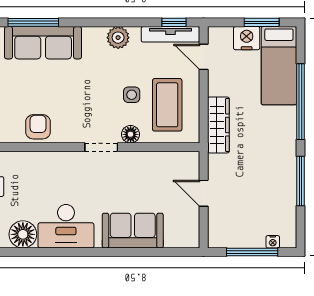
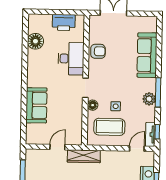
window: (33, 22) -> (158, 92), moved
tv unit: (170, 34) -> (150, 134), width x0.71
wardrobe: (218, 125) -> (84, 156), moved
desk: (66, 226) -> (71, 59), moved, turned 180

